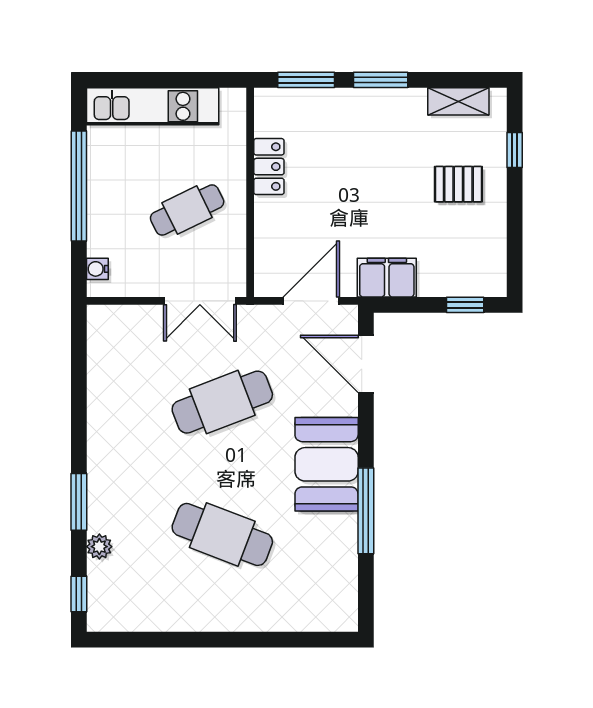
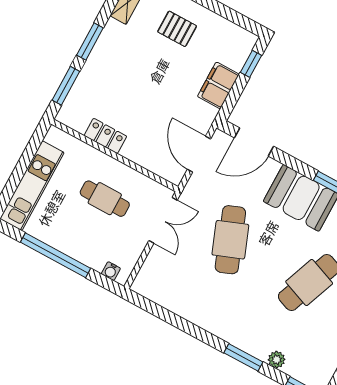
pallet: (458, 184) -> (177, 29), turned 90
cafe table: (187, 210) -> (105, 199), turned -64
filing cabinet: (387, 278) -> (218, 85), moved

